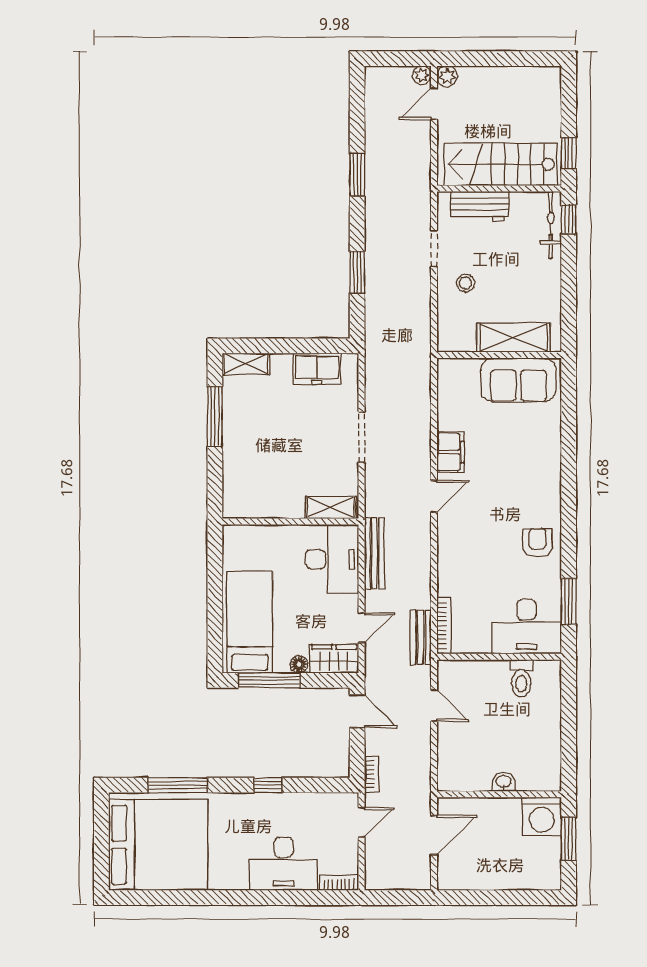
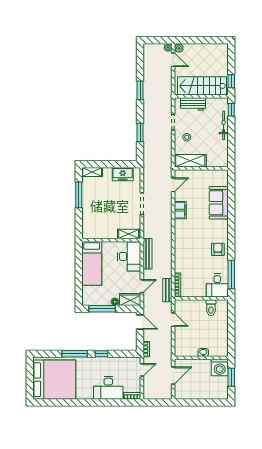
door: (434, 104) -> (173, 60), swing flipped
bicycle: (551, 225) -> (224, 125), moved
shelving: (514, 338) -> (190, 161), moved
sofa: (518, 380) -> (219, 203), moved, turned 90
door: (434, 496) -> (173, 185), moved
window: (569, 601) -> (231, 275), width x1.44
bed: (250, 622) -> (92, 263), moved, turned 180
desk: (527, 626) -> (217, 285), width x0.73
window: (178, 785) -> (75, 354), moved

